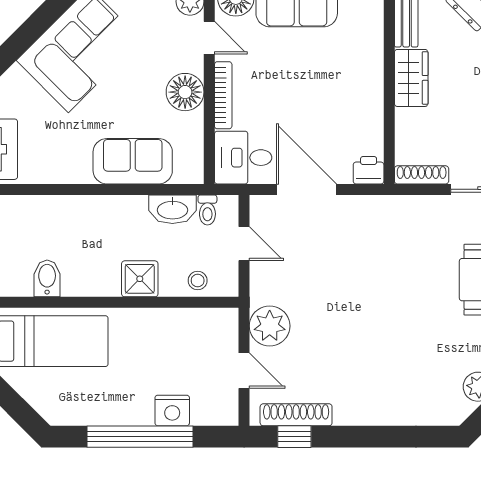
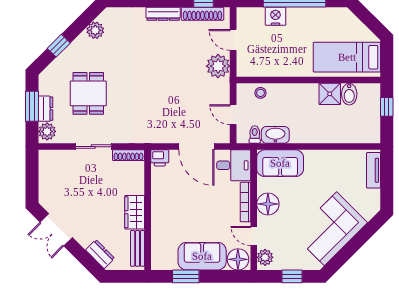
sofa: (133, 161) -> (280, 163), moved
shower: (140, 279) -> (330, 94), moved
dresser: (363, 415) -> (163, 14), added

